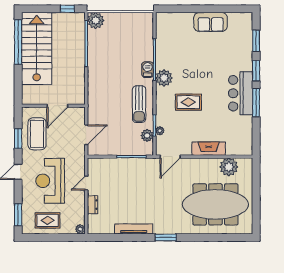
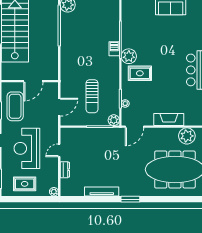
rug: (188, 102) -> (140, 73), moved
sun lounger: (139, 104) -> (92, 96), moved
plant: (147, 135) -> (114, 120), moved

